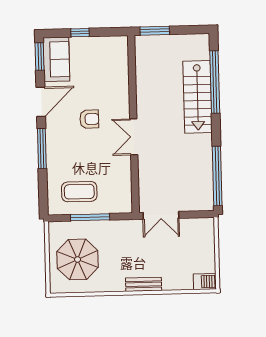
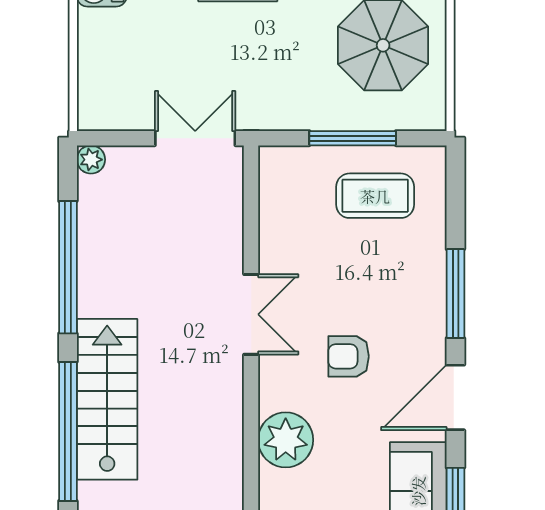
plant: (117, 81) -> (286, 440), added
window: (217, 176) -> (68, 267), moved
plant: (208, 205) -> (91, 160), added

